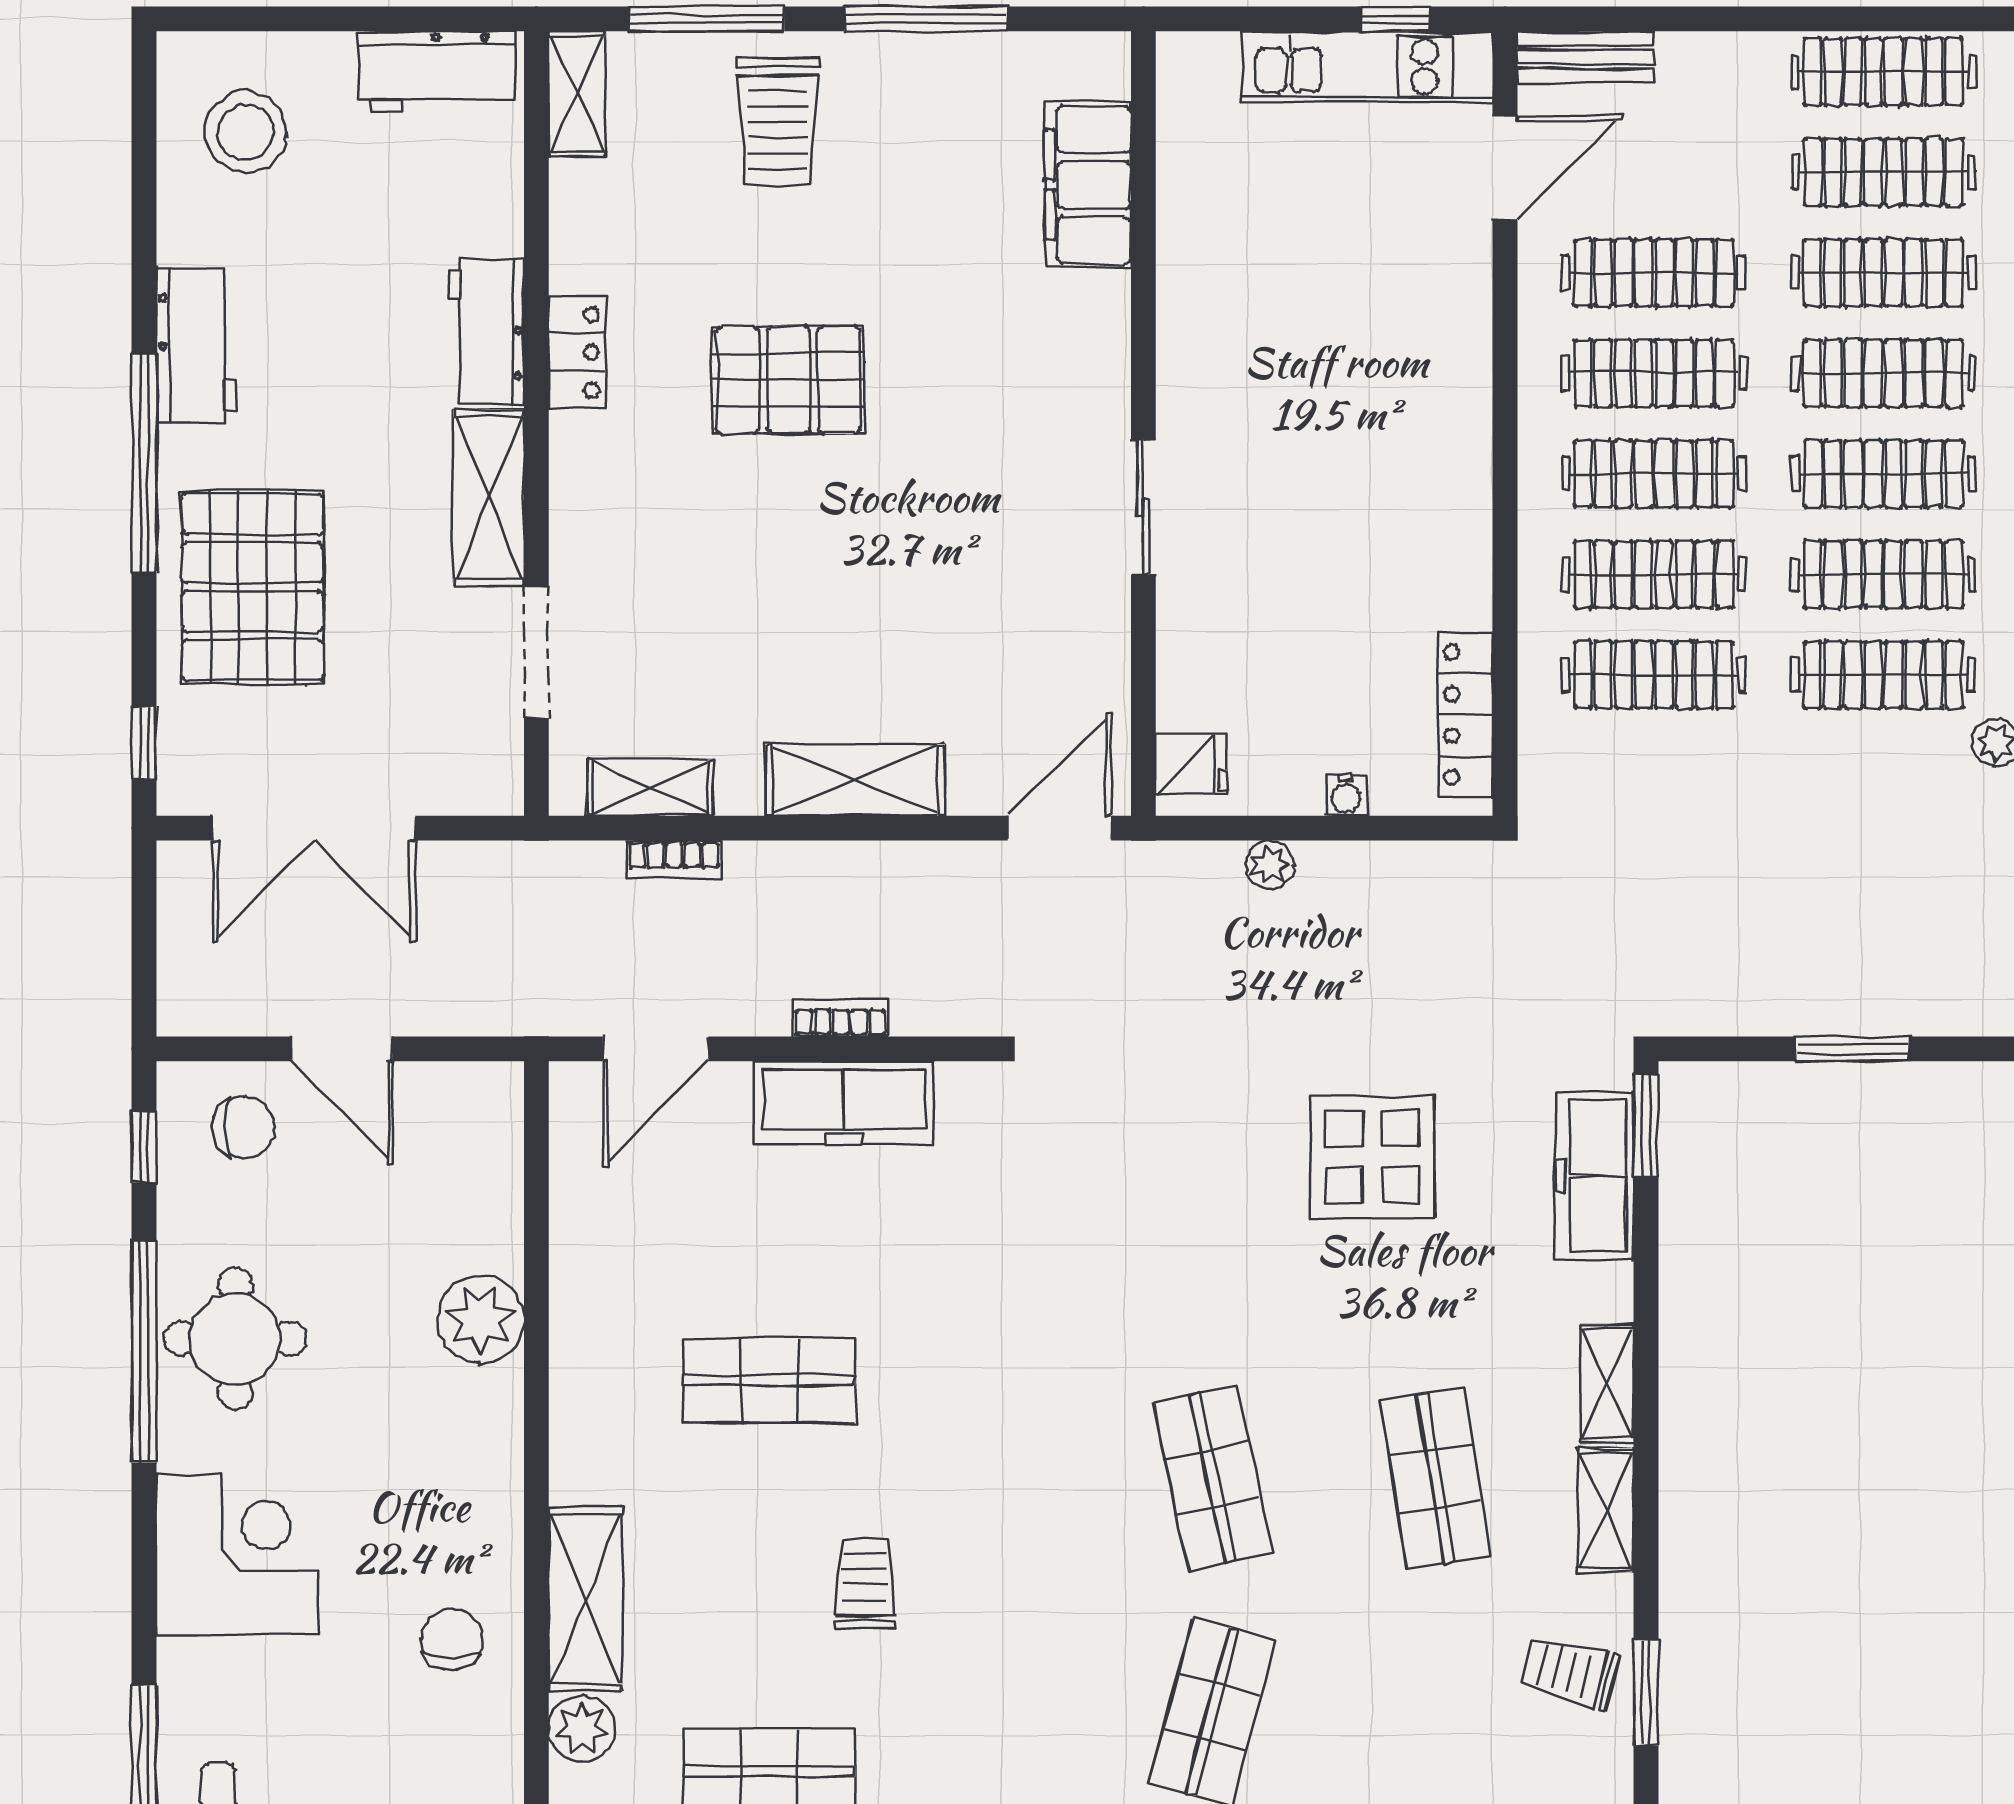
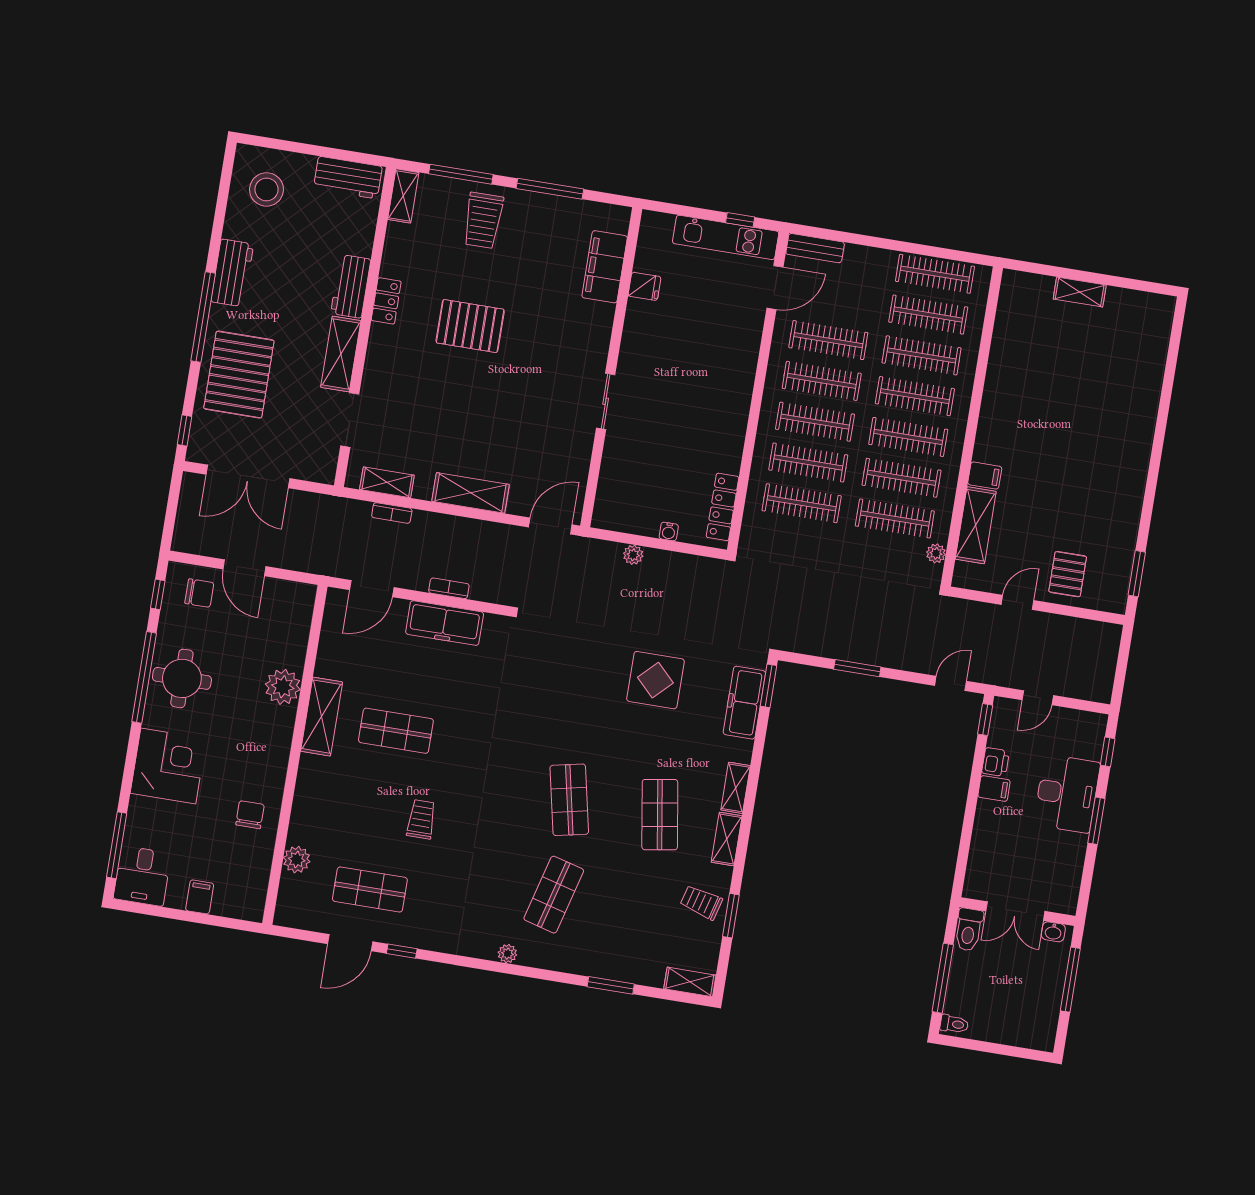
fridge: (1191, 764) -> (645, 286), moved
shelving: (585, 1599) -> (322, 717), moved

